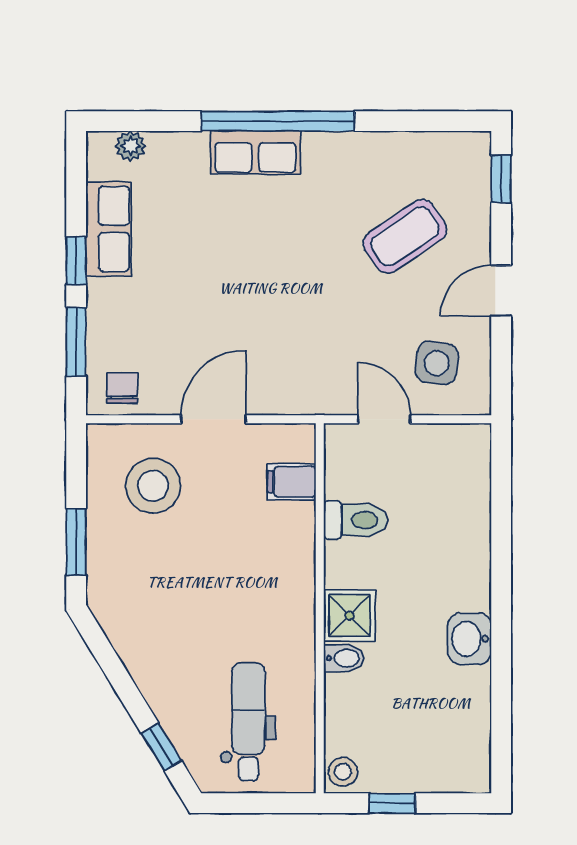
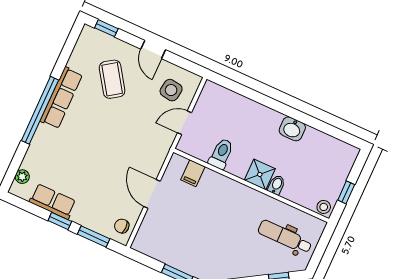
row of seats: (255, 152) -> (61, 98), moved, width x1.48
stool: (153, 486) -> (168, 232), removed

